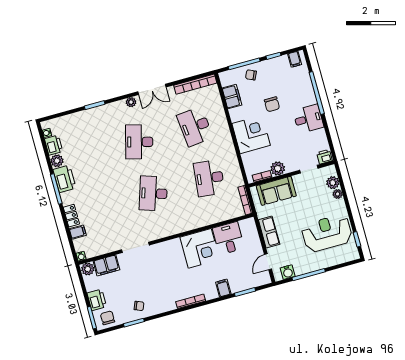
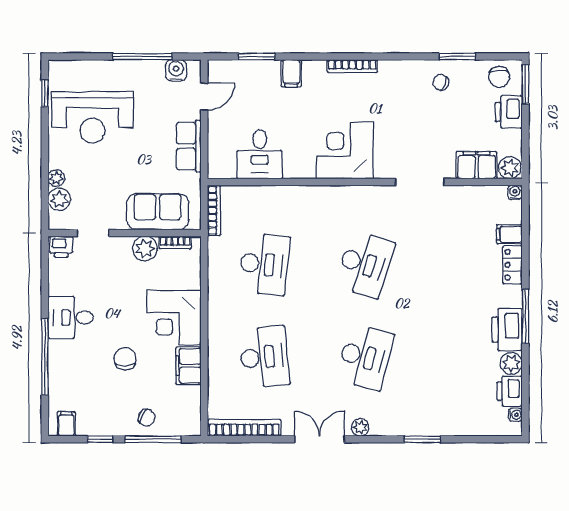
filing cabinet: (232, 97) -> (188, 366), moved
corner desk: (200, 248) -> (345, 151), moved

